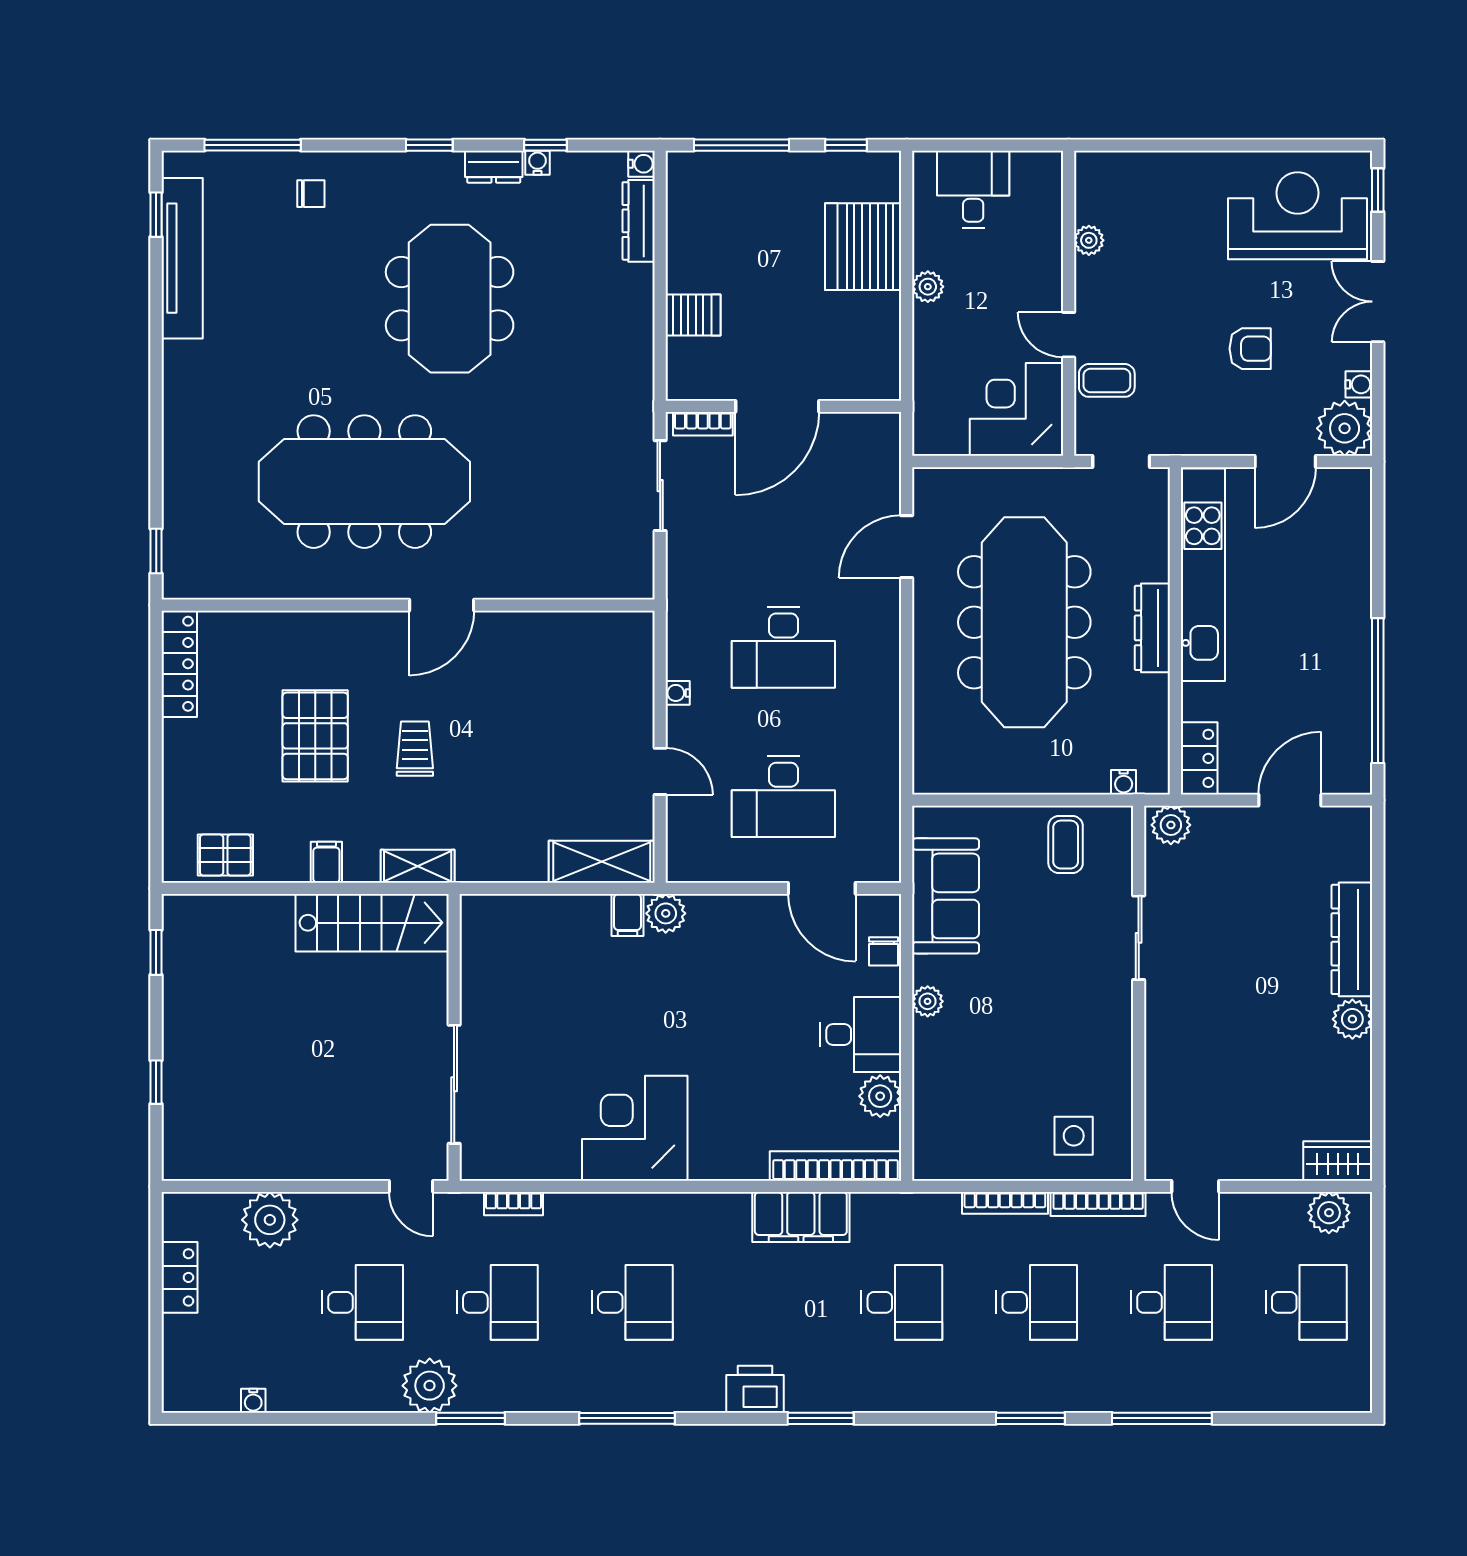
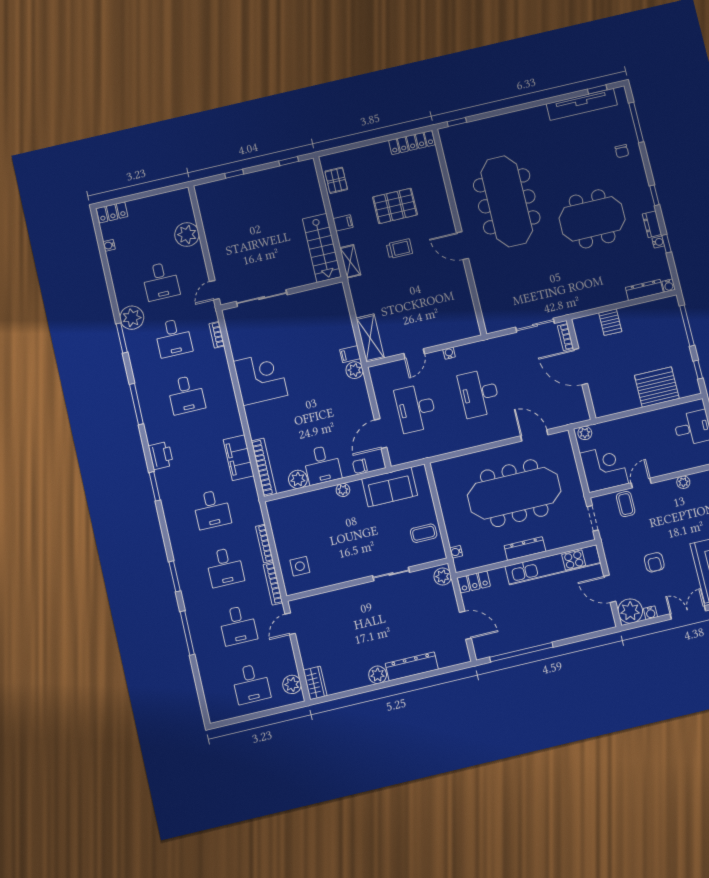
plant: (928, 287) -> (585, 433), moved
locker: (179, 1277) -> (112, 212), moved

